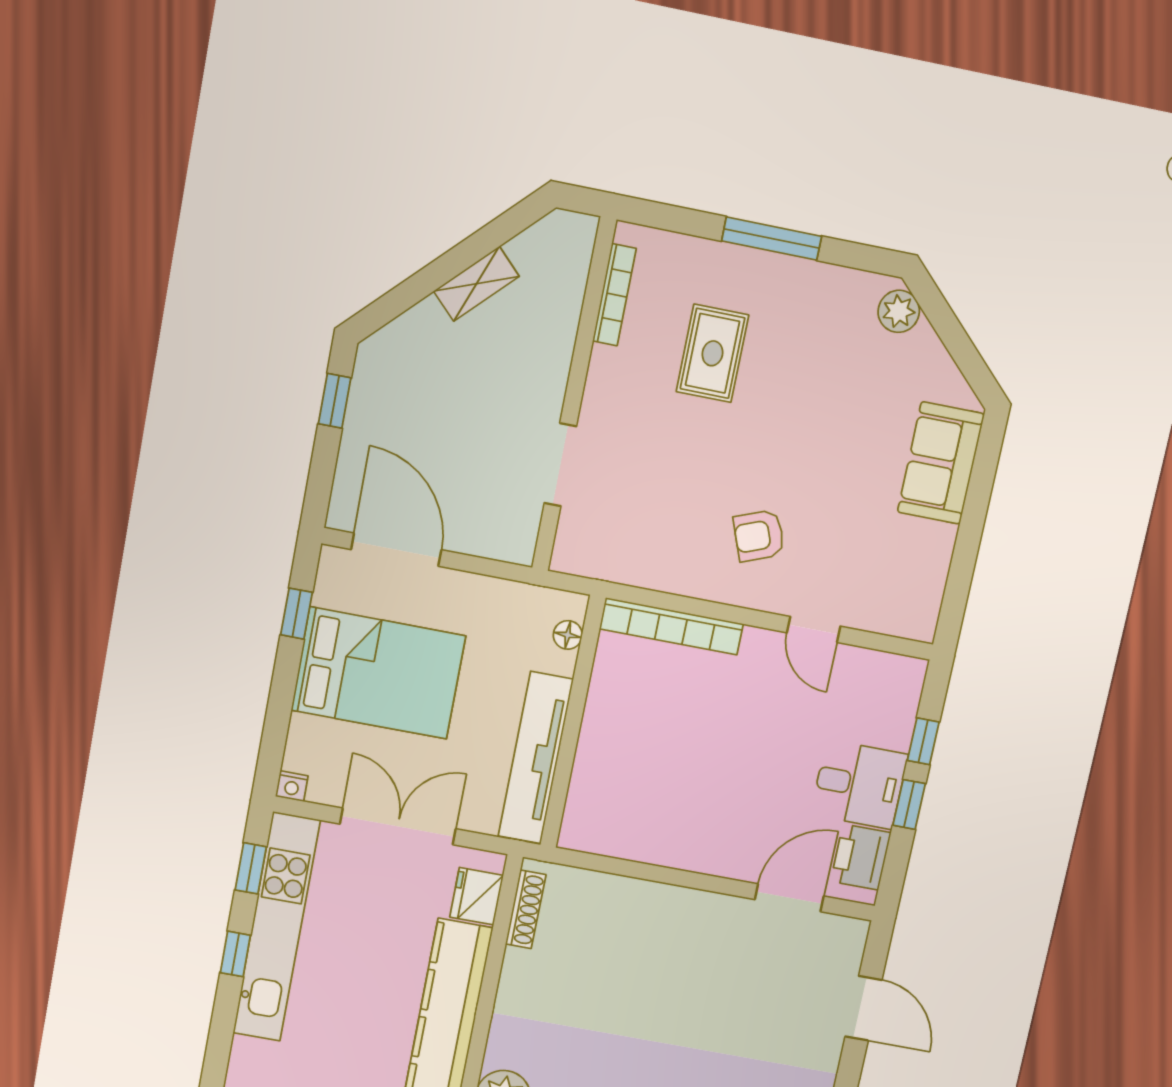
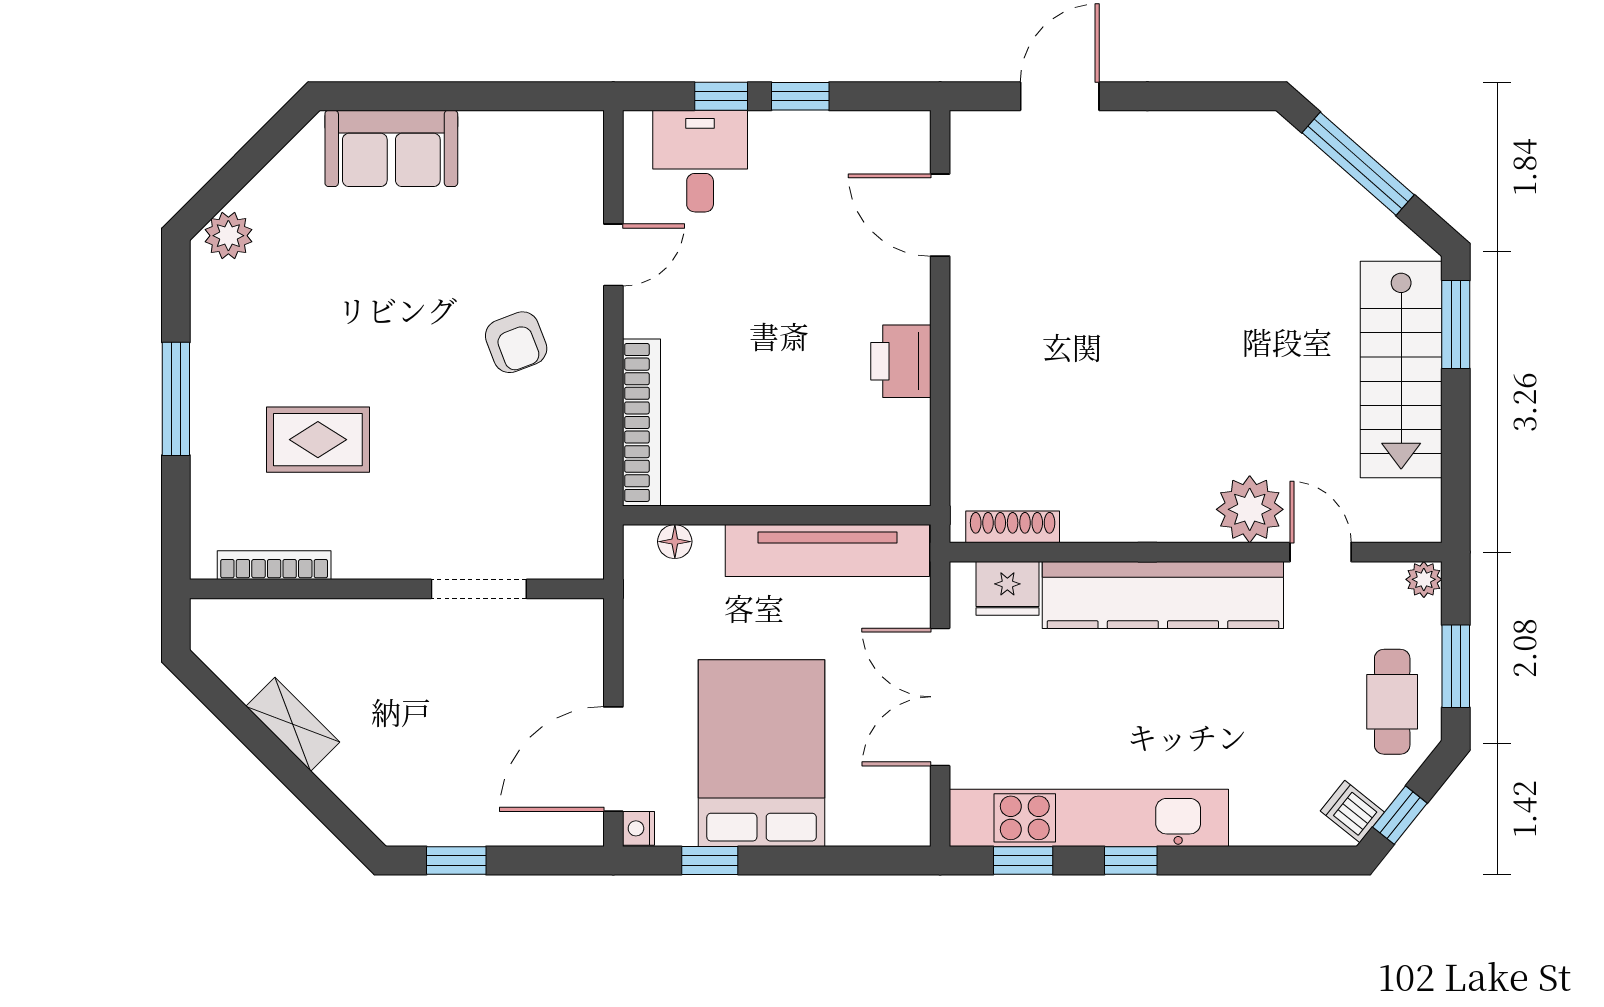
desk: (859, 785) -> (700, 161), moved
nightstand: (292, 786) -> (638, 828), moved, turned 180
printer: (861, 857) -> (901, 361), moved, turned 90

